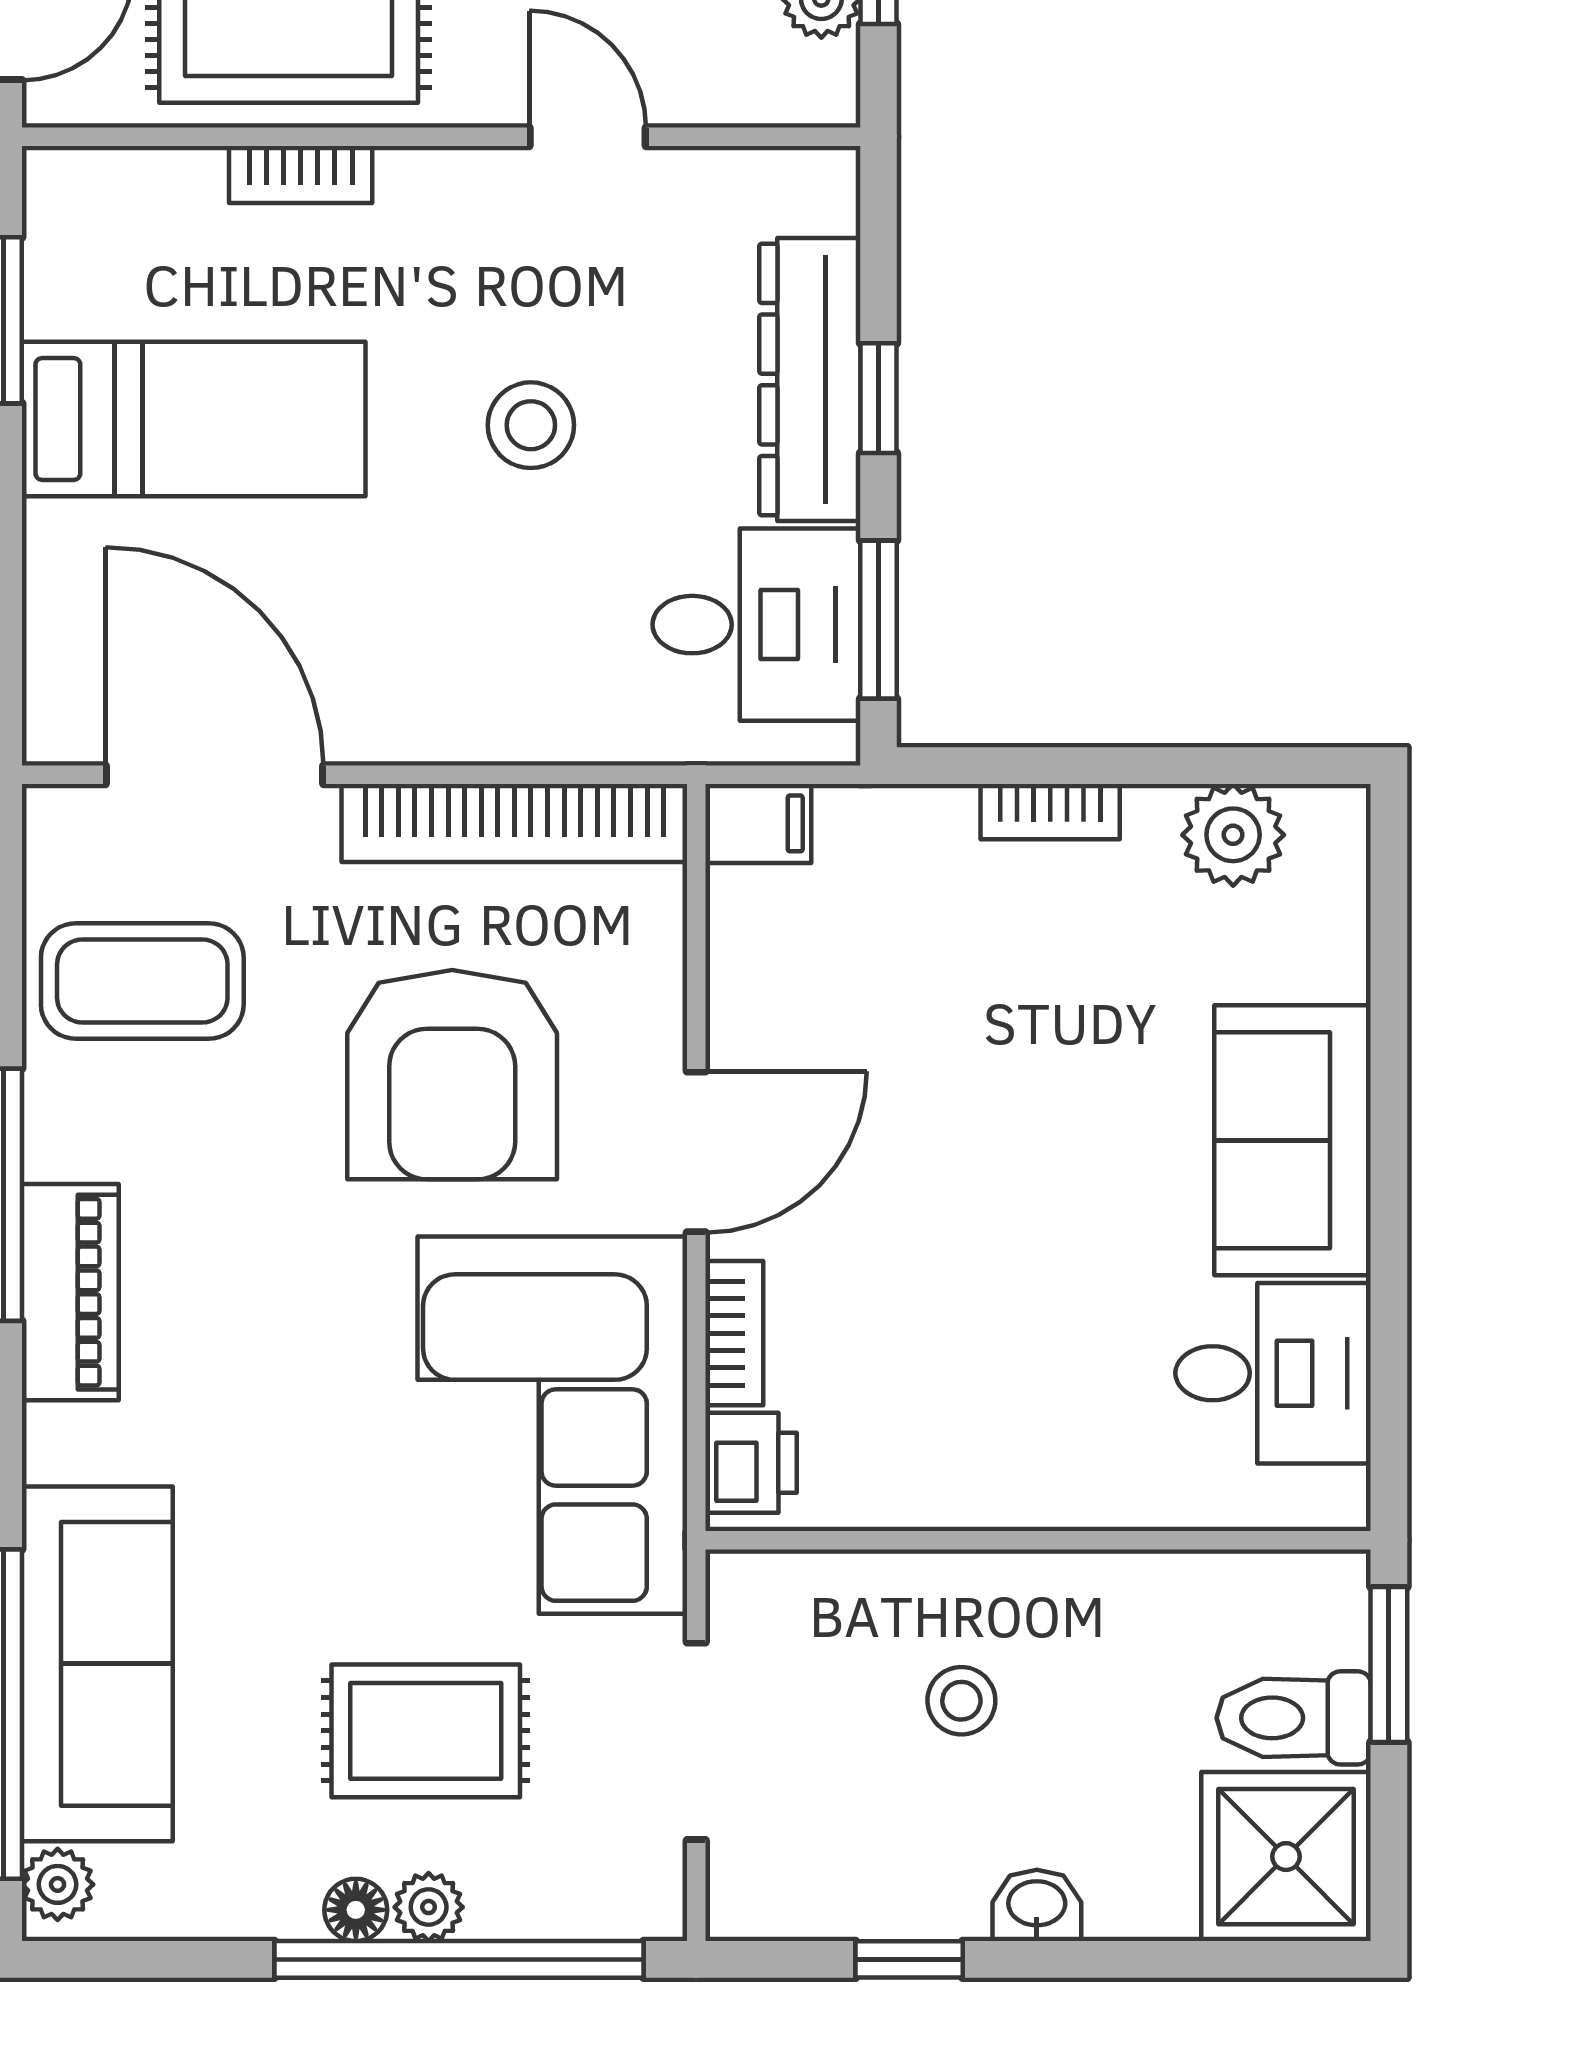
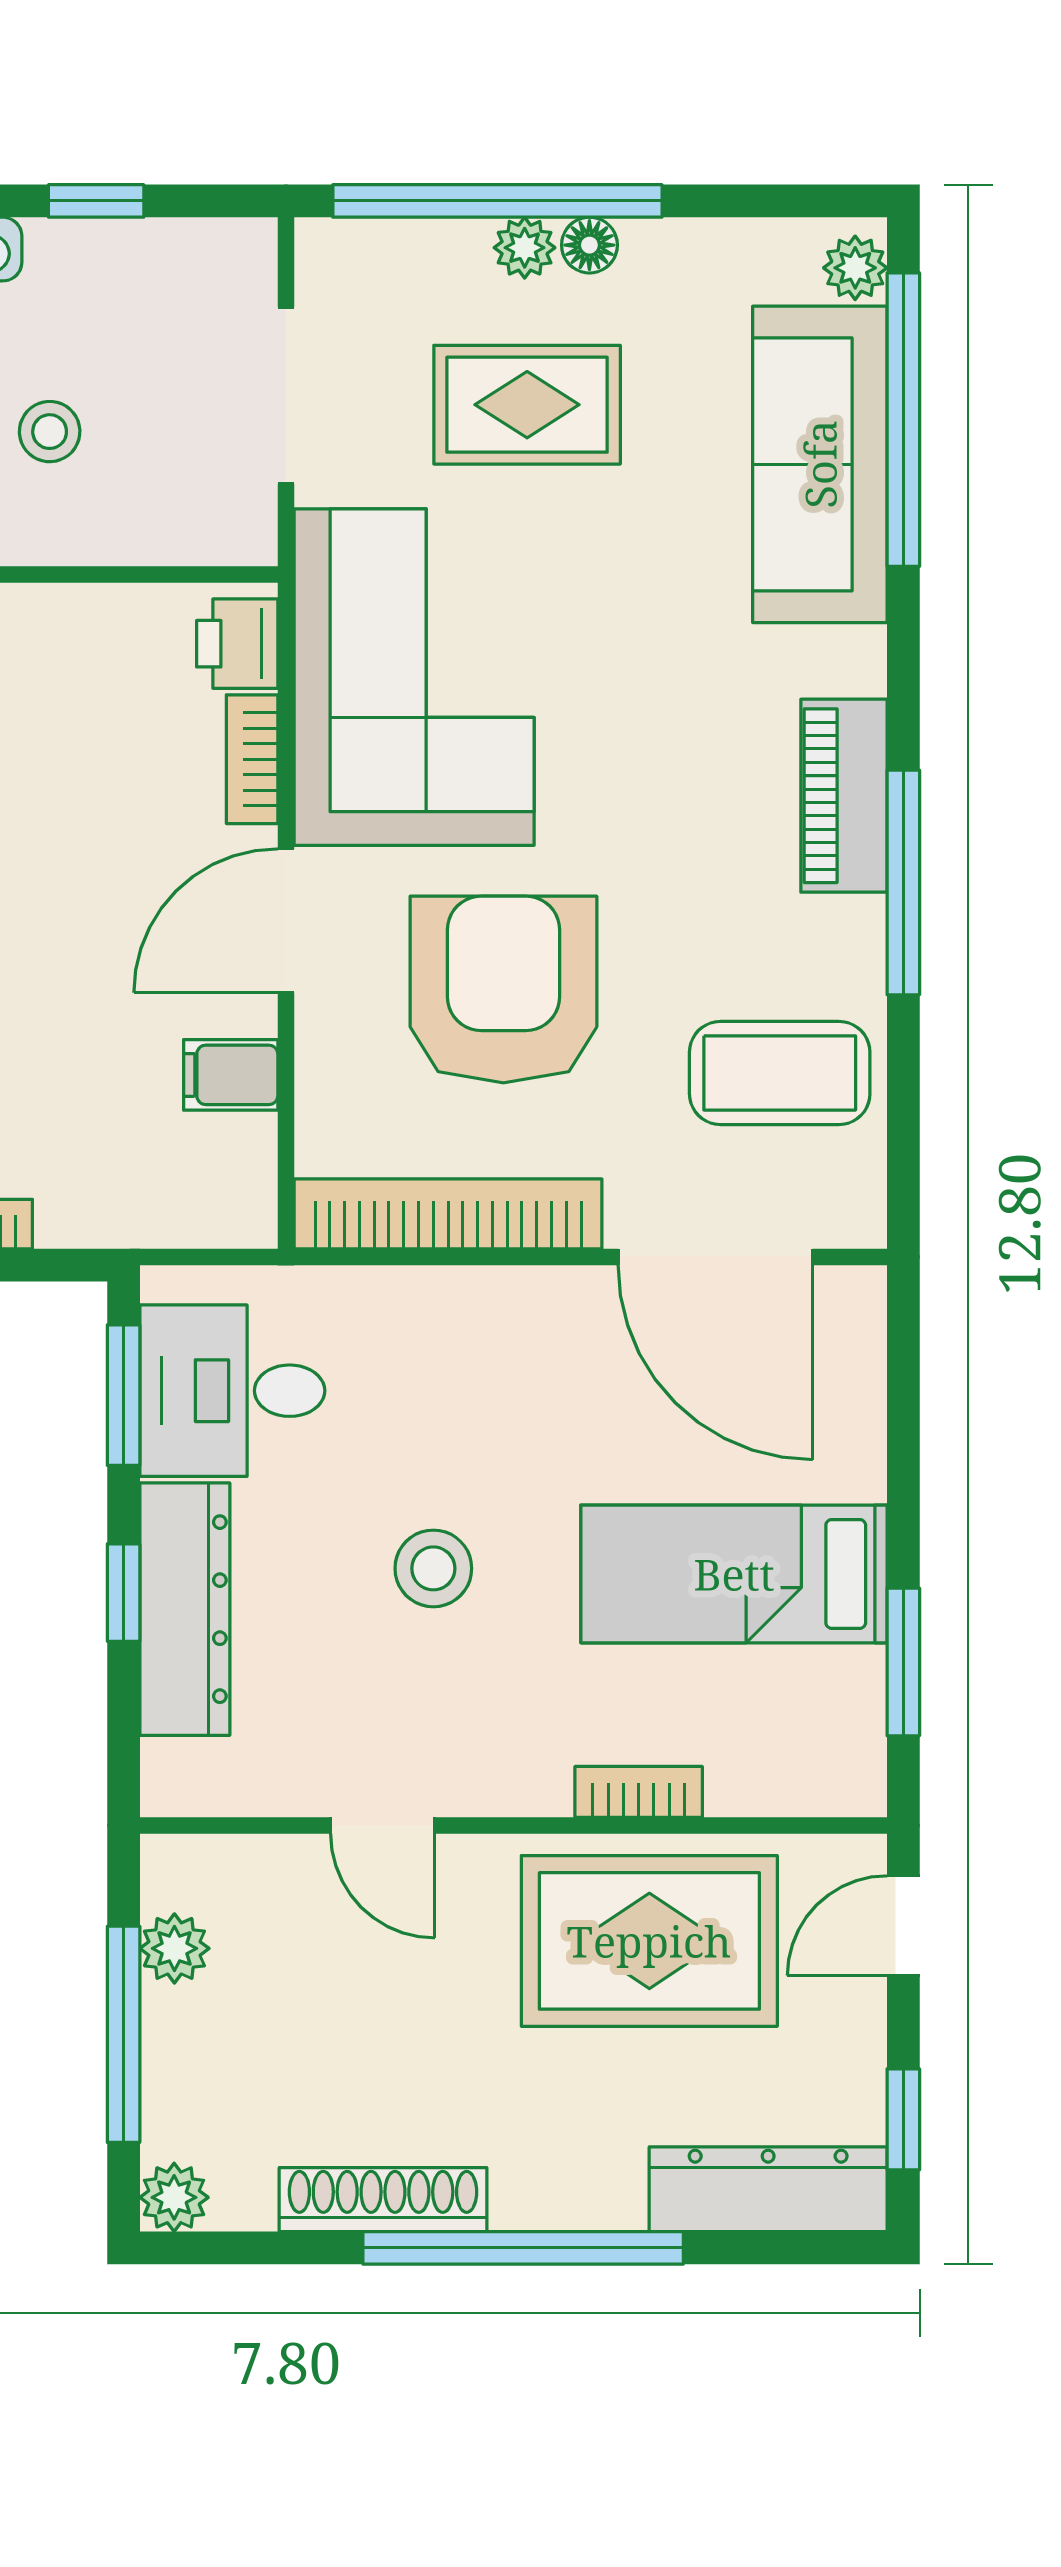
filing cabinet: (758, 823) -> (231, 1075), moved

